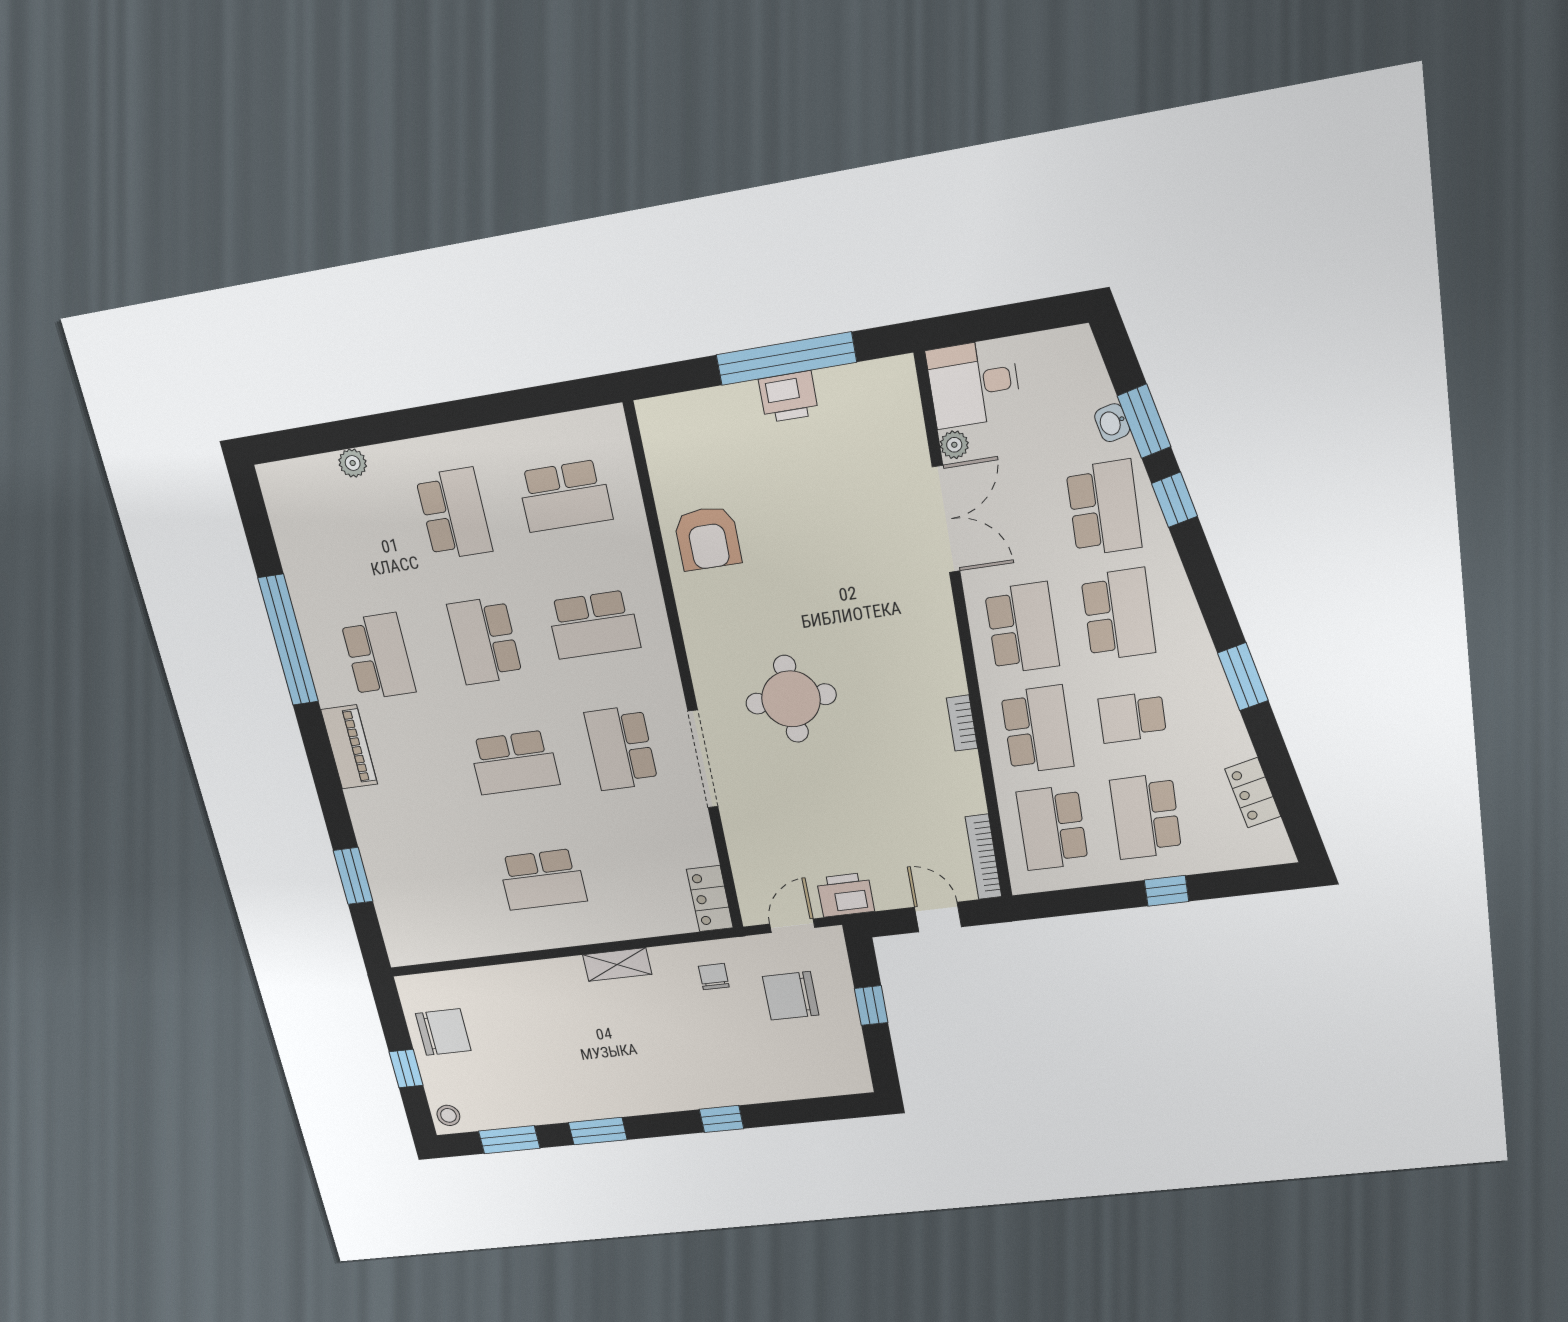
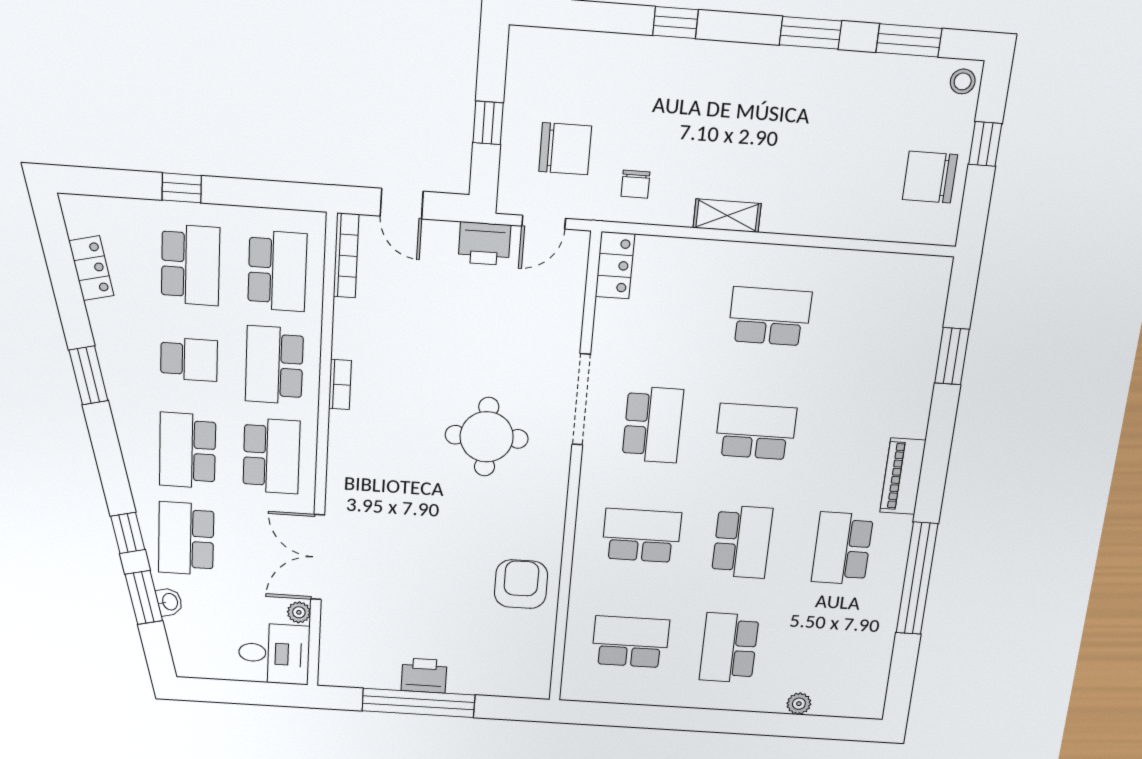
school desk: (1022, 628) -> (271, 456), turned 180

